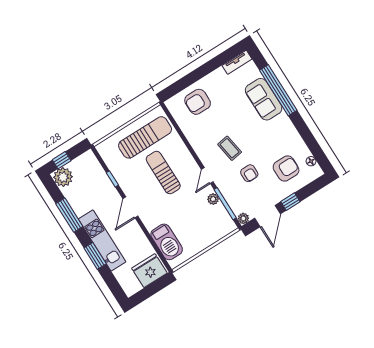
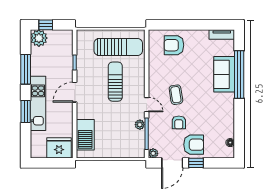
armchair: (286, 169) -> (194, 145), moved
door: (207, 176) -> (147, 105), swing flipped

